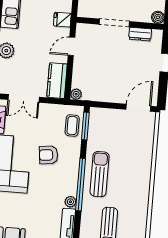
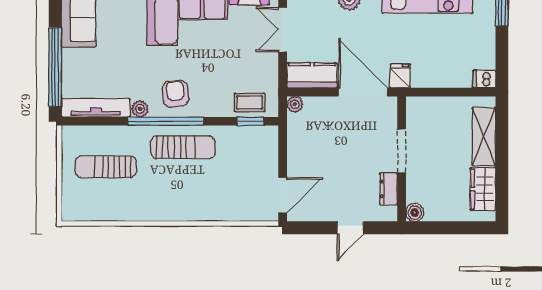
door: (72, 46) -> (363, 92), width x1.88
door: (138, 108) -> (283, 195), hinge flipped
window: (85, 126) -> (250, 121), width x0.67
armchair: (49, 155) -> (175, 94), moved

